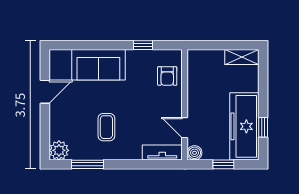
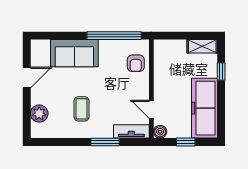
window: (143, 45) -> (114, 36), width x3.17
window: (263, 127) -> (221, 72), moved
plant: (59, 150) -> (39, 114), moved
window: (88, 164) -> (105, 142), moved

